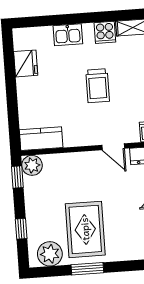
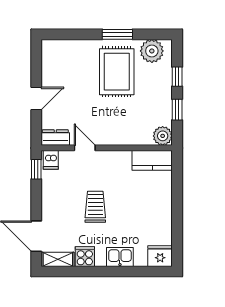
fridge: (26, 63) -> (160, 256), moved, turned 90
window: (17, 177) -> (177, 110), moved

